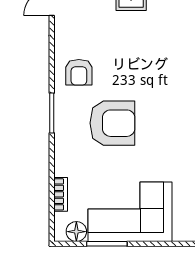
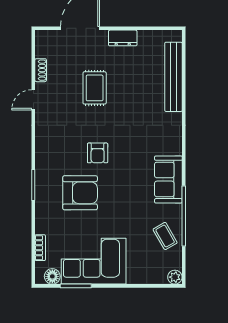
armchair: (79, 72) -> (98, 153), moved

